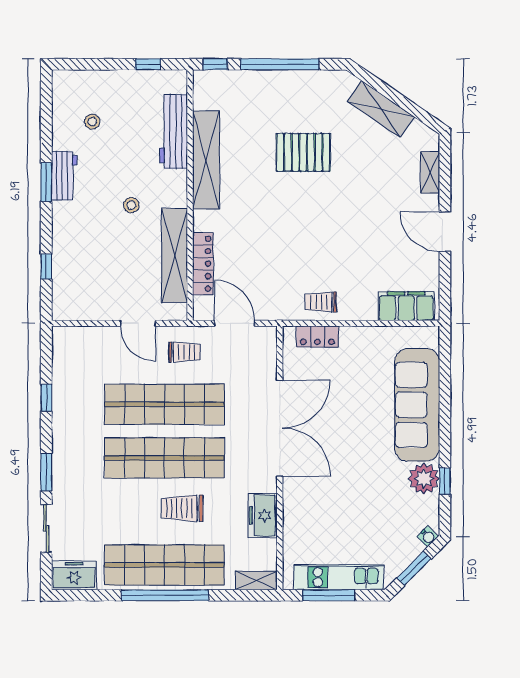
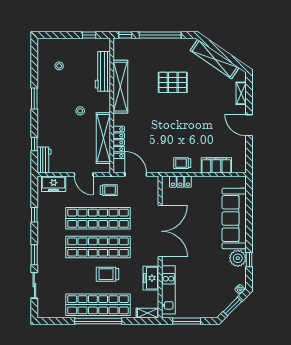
shelving: (381, 109) -> (215, 59), width x1.47
workbench: (64, 176) -> (44, 160), moved
filing cabinet: (406, 306) -> (216, 165), moved
freezer: (74, 575) -> (54, 184), moved, turned 180
kitchen unit: (338, 577) -> (168, 290), moved, turned 90

